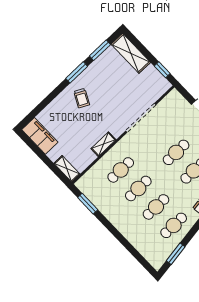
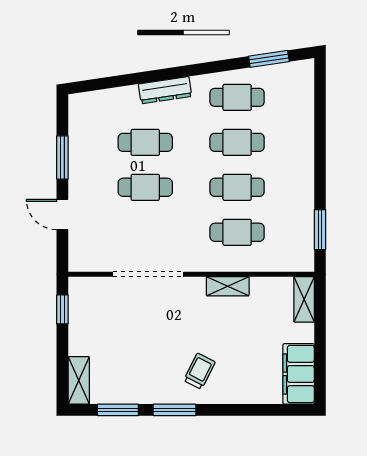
shelving: (131, 53) -> (79, 380), width x0.67, depth x0.75

